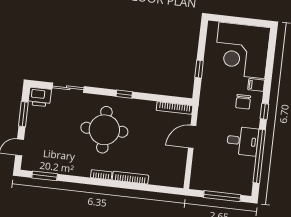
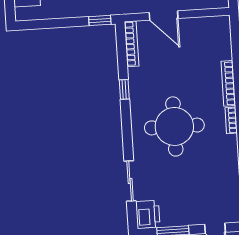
window: (199, 69) -> (100, 20), moved
window: (124, 94) -> (124, 89), moved

